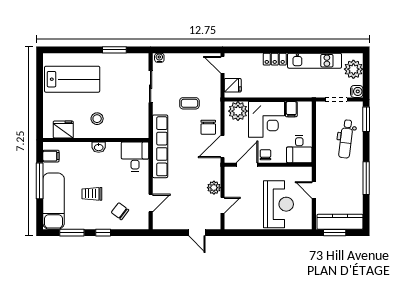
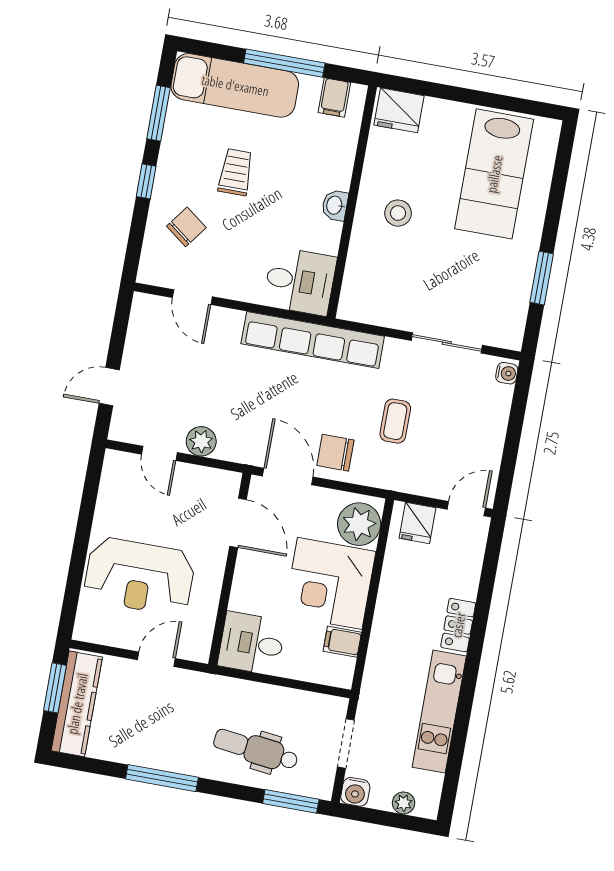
plant: (353, 69) -> (404, 803), width x0.53, depth x0.53
fridge: (63, 129) -> (399, 110), moved, turned 90
chair: (265, 155) -> (253, 567), removed

